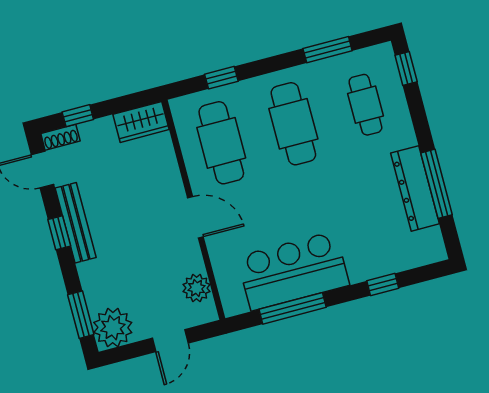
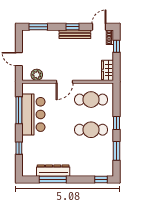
window: (221, 78) -> (116, 123), moved
cafe table: (365, 105) -> (91, 160), removed
plant: (113, 328) -> (30, 38), removed

